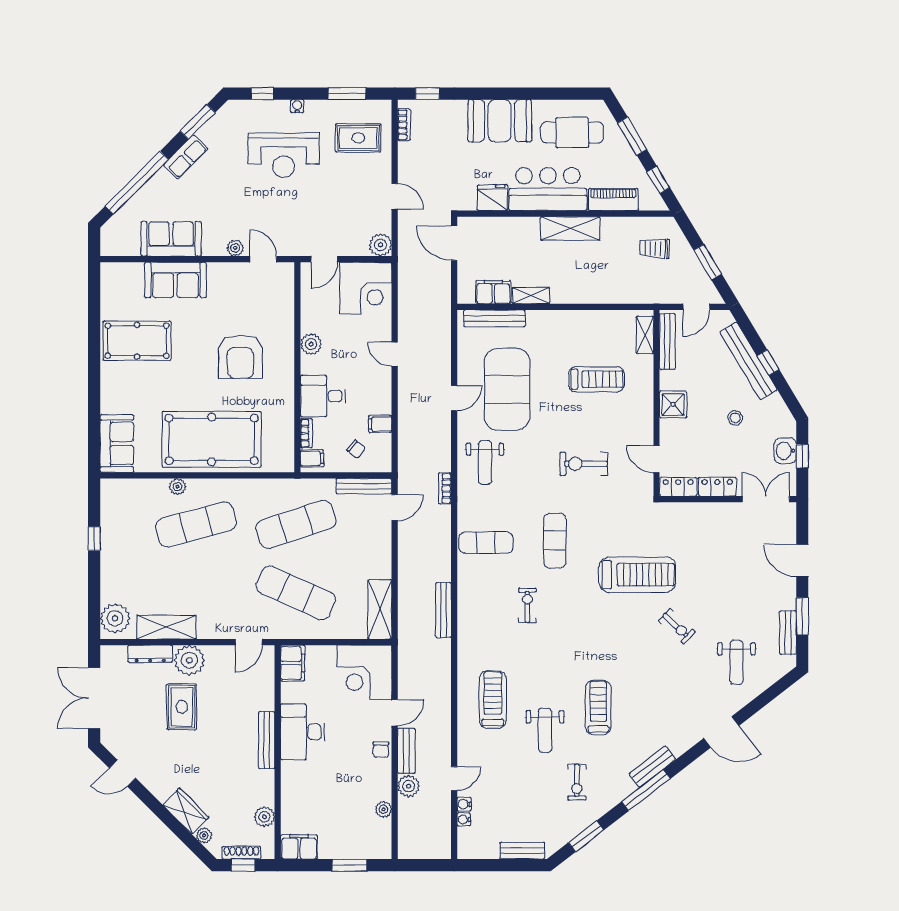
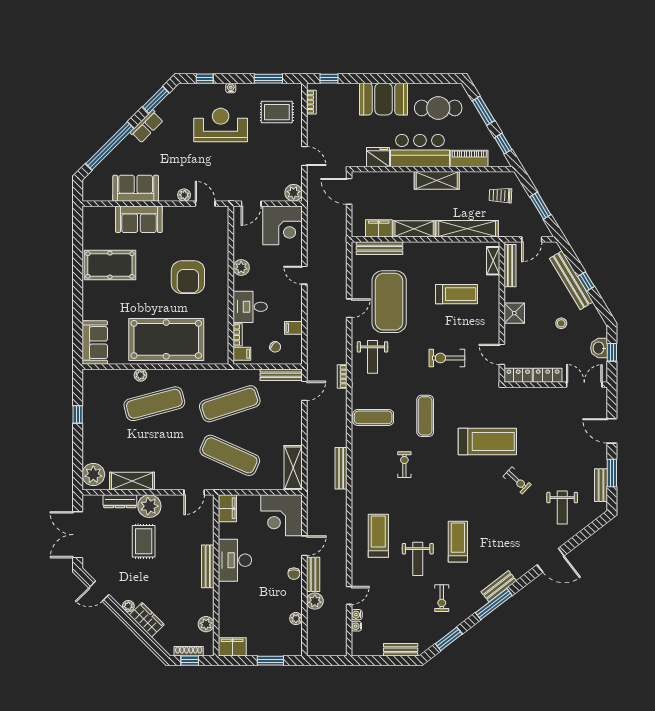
reception desk: (284, 155) -> (221, 125), turned 180
shelving: (610, 293) -> (467, 229), added
shelving: (531, 296) -> (414, 229), width x1.50, depth x1.33
plant: (204, 835) -> (128, 606), moved

